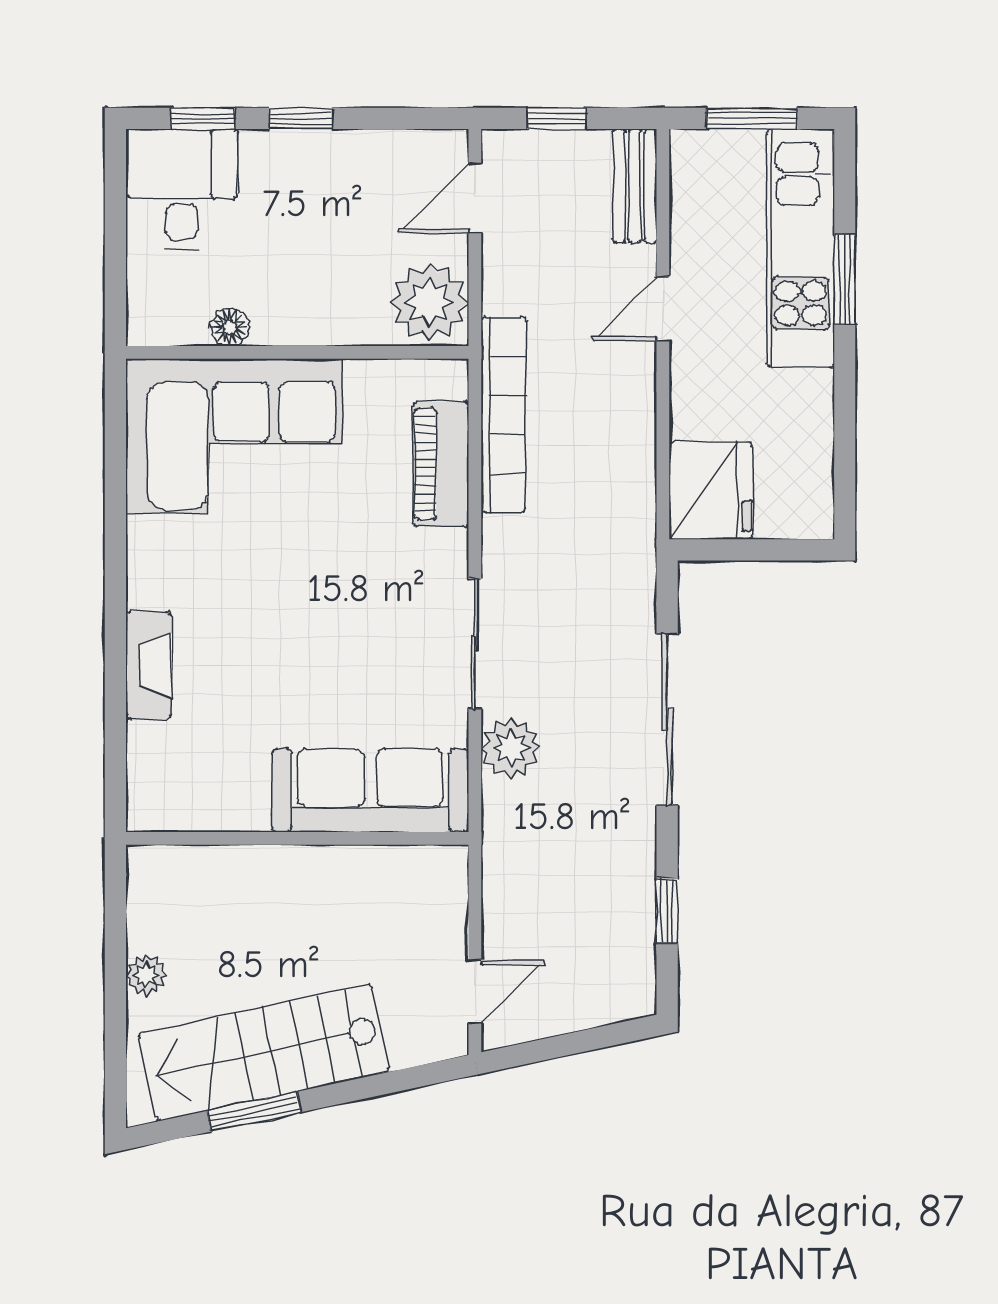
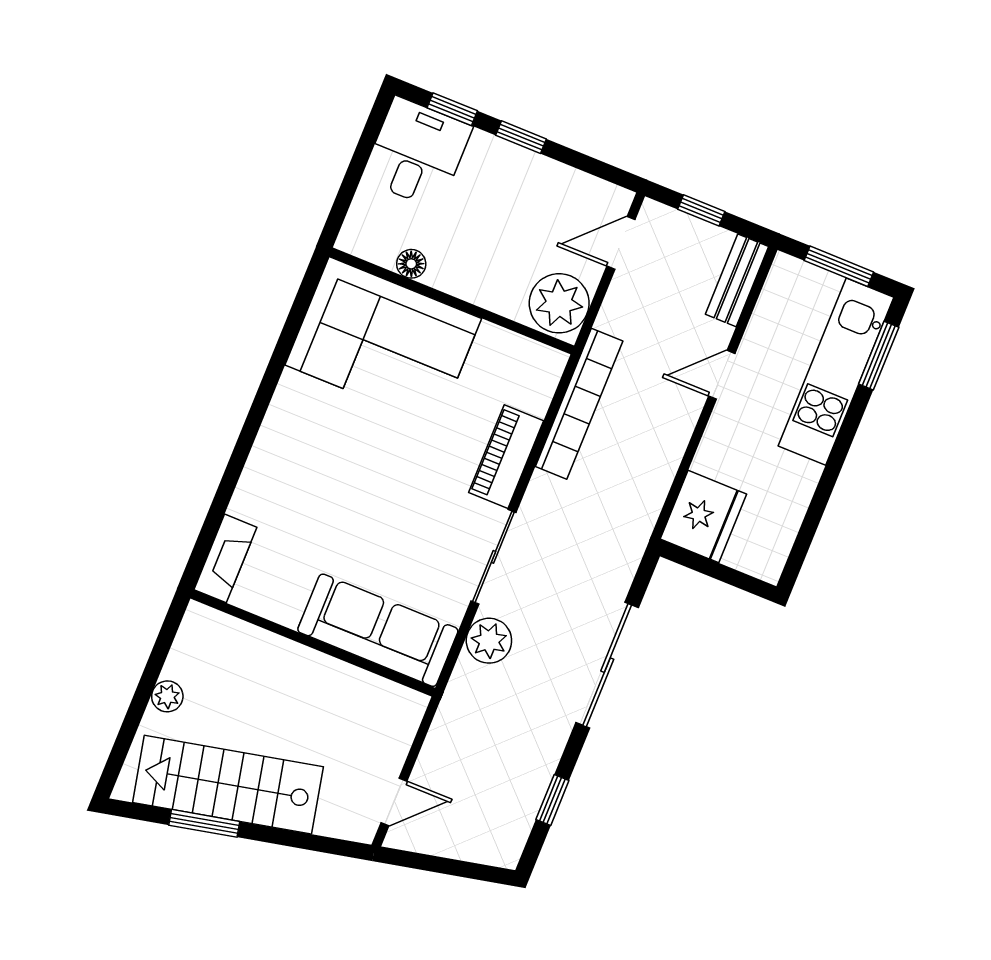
window: (845, 279) -> (879, 356), moved
piano: (441, 464) -> (506, 457), moved
fireplace: (149, 665) -> (225, 558), moved

